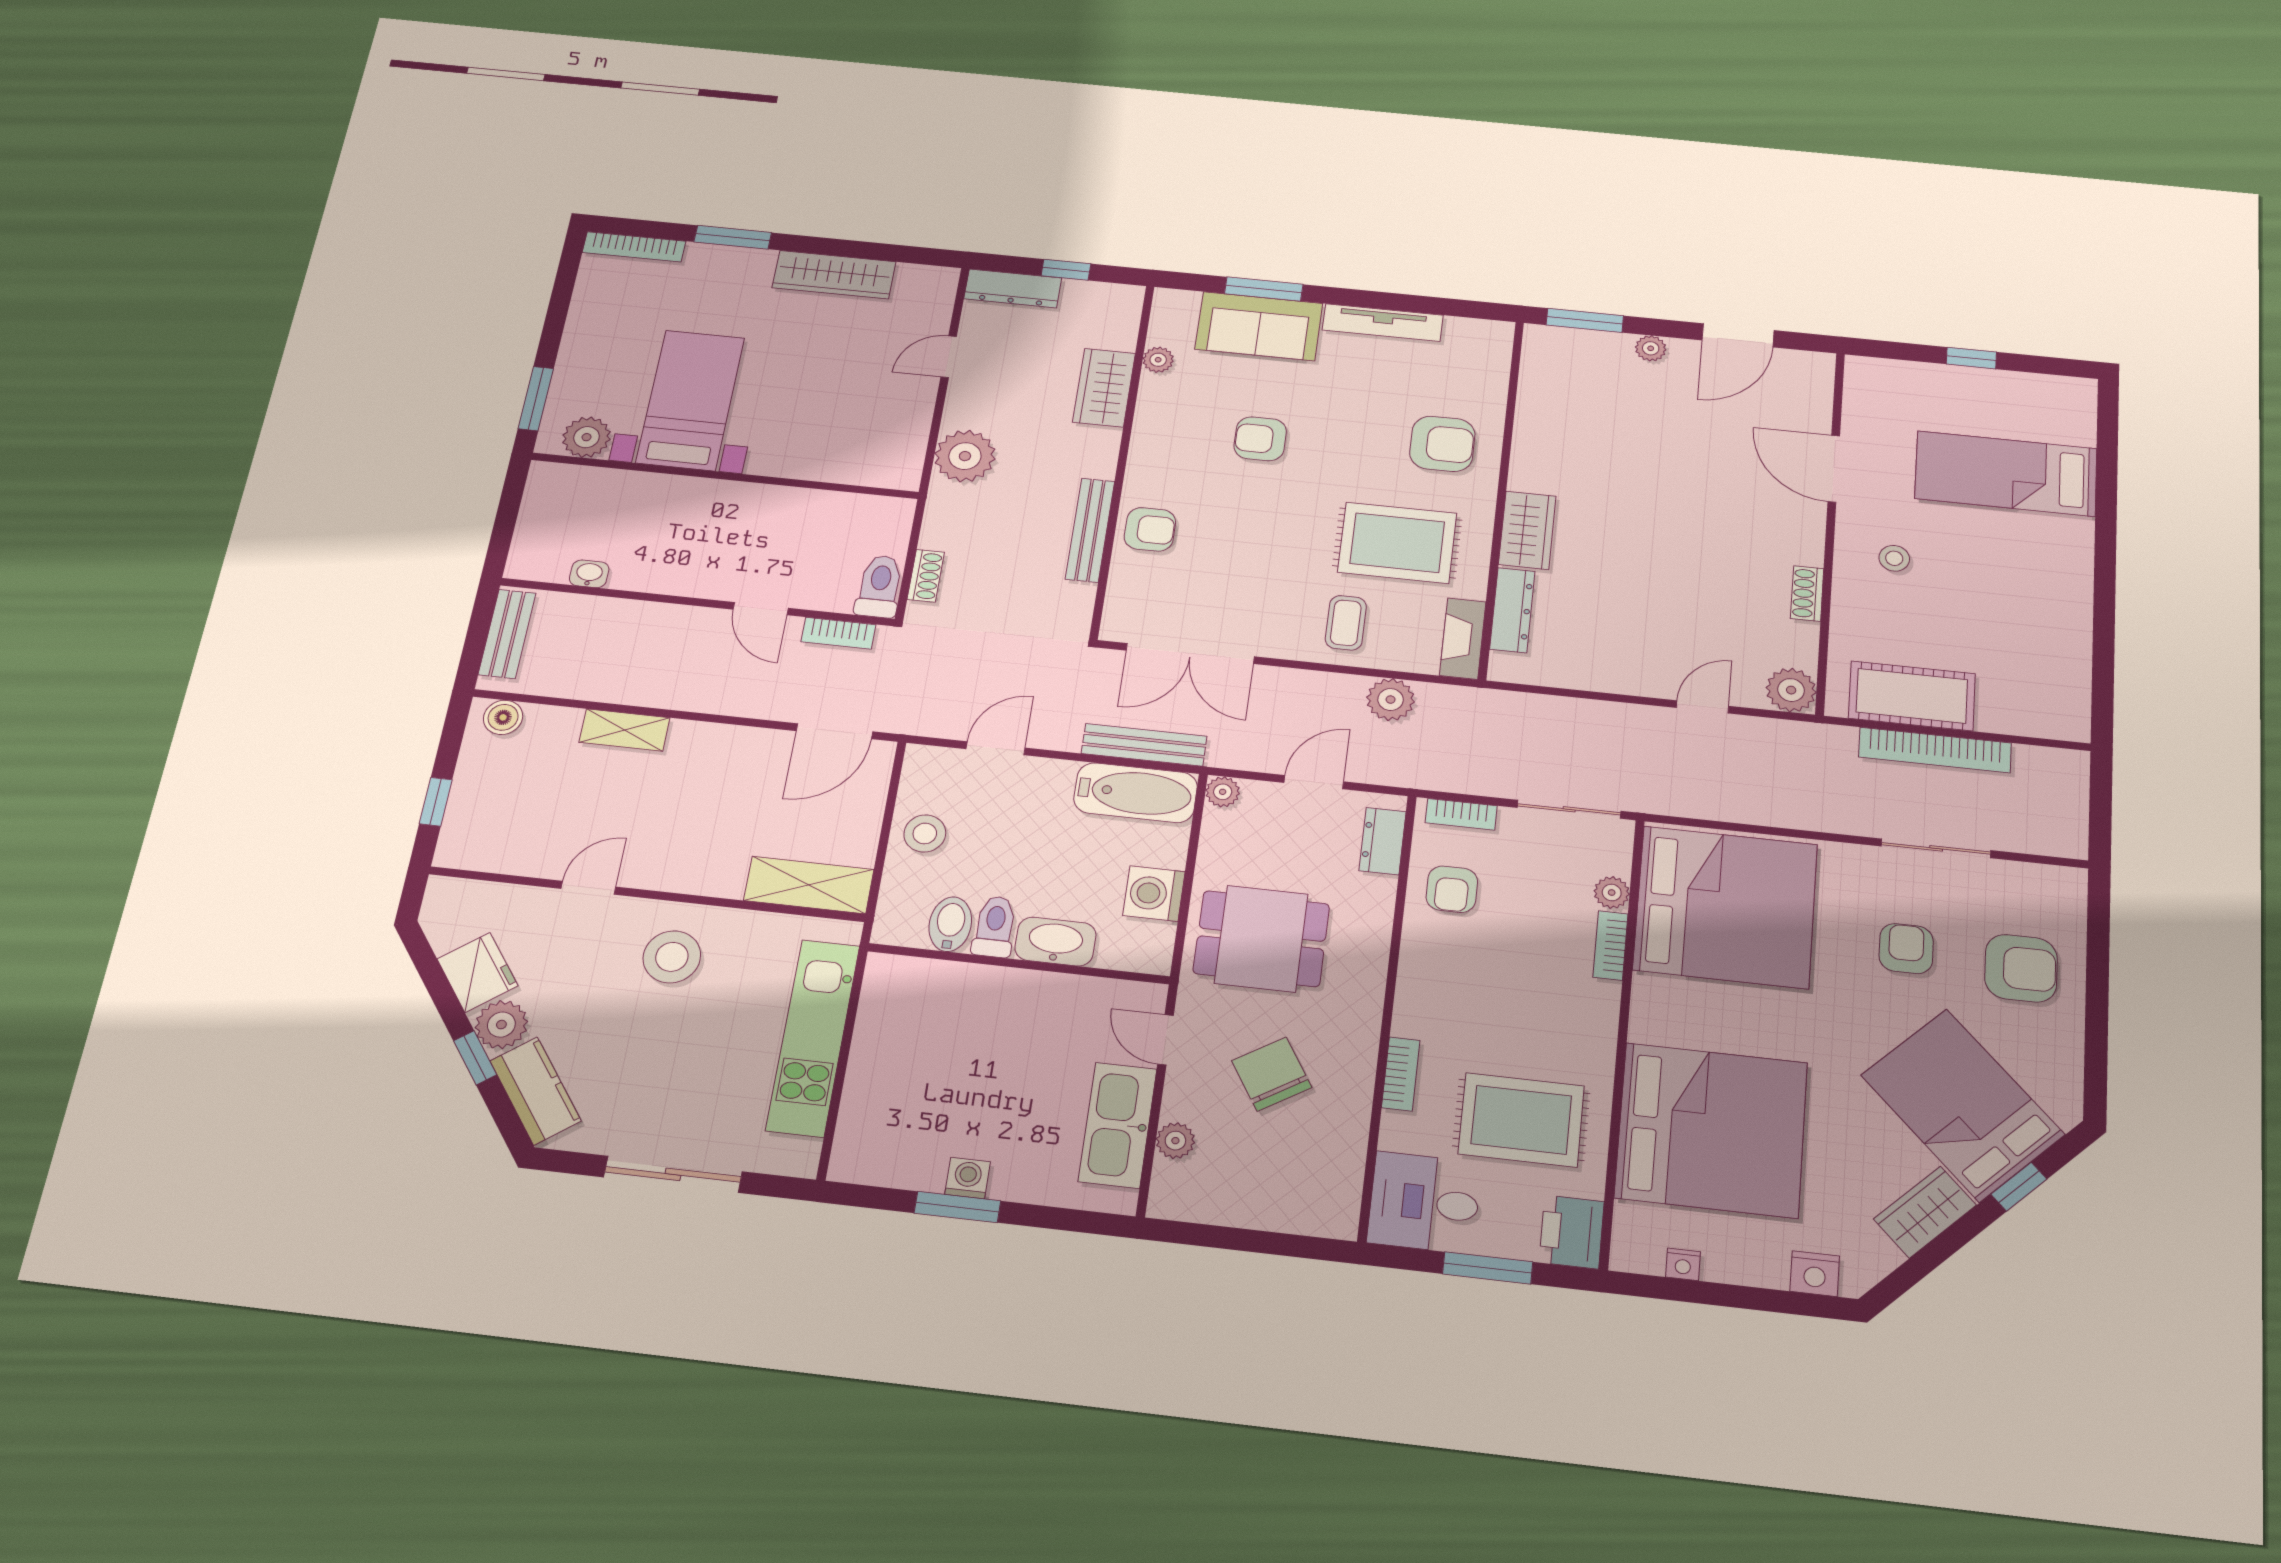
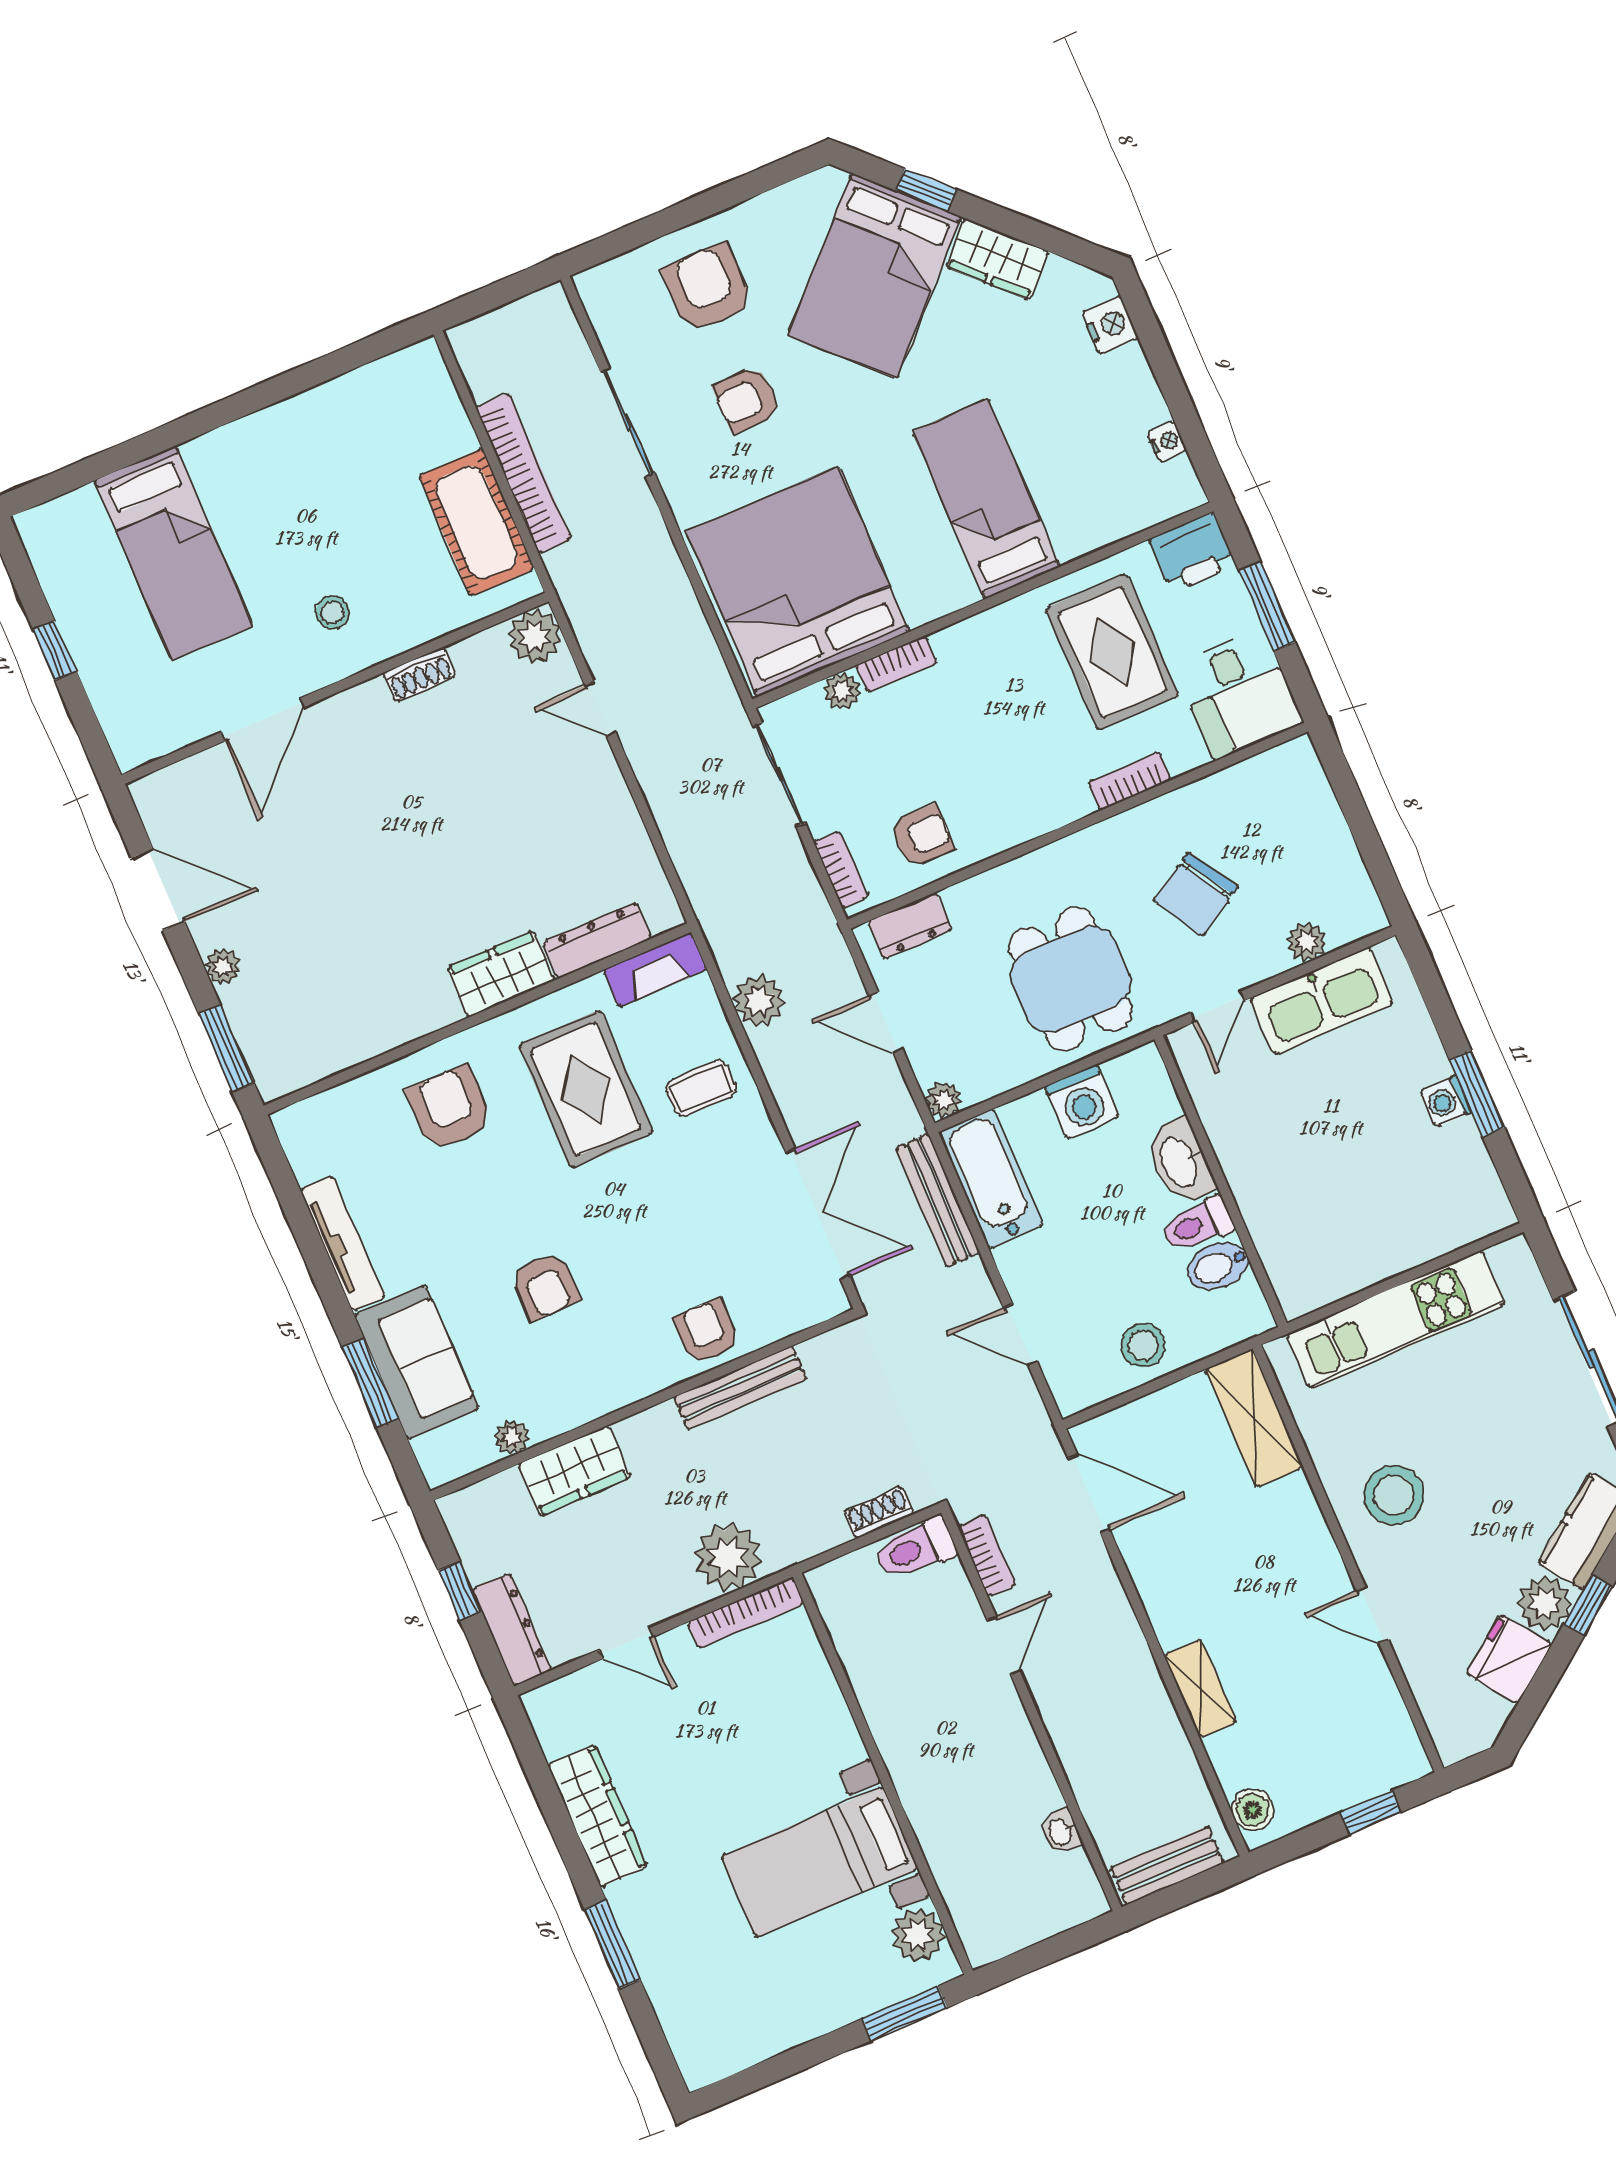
bookcase: (634, 247) -> (746, 1613), moved, turned 90
bed: (1711, 1130) -> (986, 499), width x0.49

